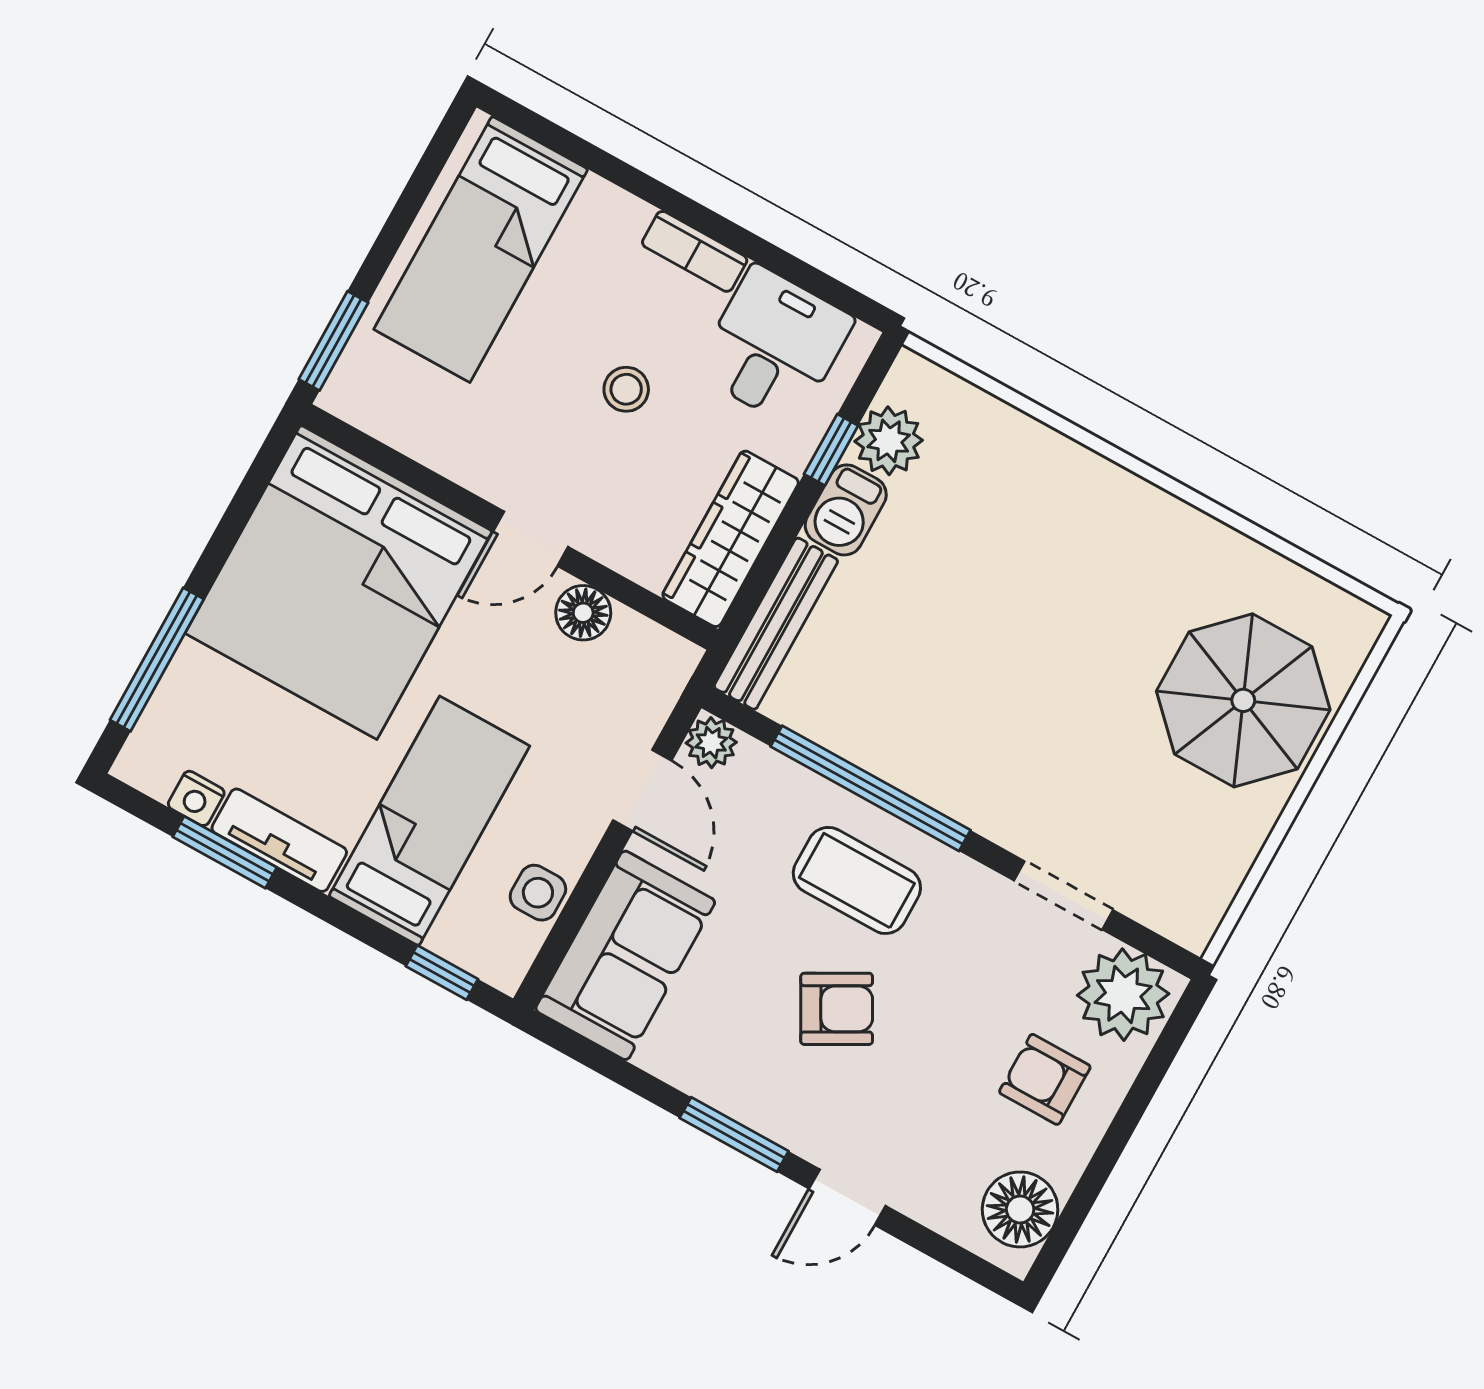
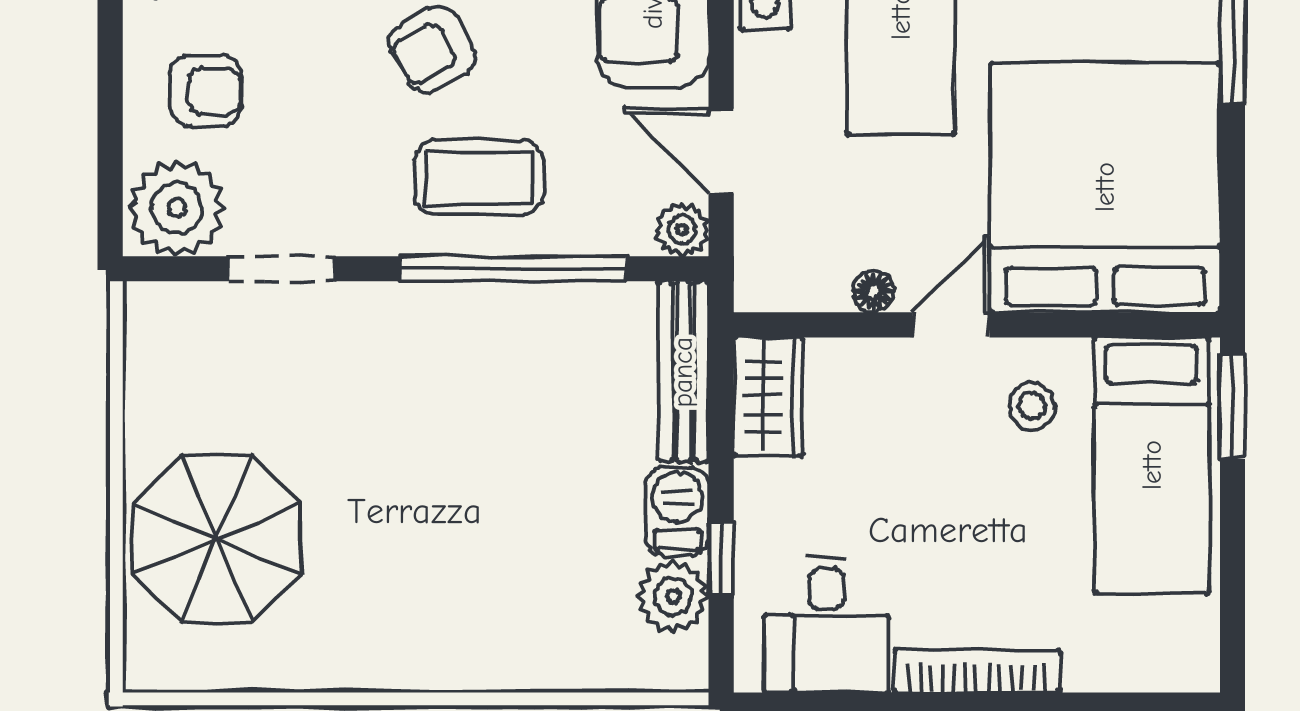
bed: (481, 249) -> (1152, 465), moved, turned 180
bookcase: (695, 251) -> (977, 671), width x1.56
stool: (626, 389) -> (1032, 406), moved
wardrobe: (731, 539) -> (768, 397), width x0.67
floor lamp: (583, 613) -> (873, 291), width x0.73, depth x0.73

